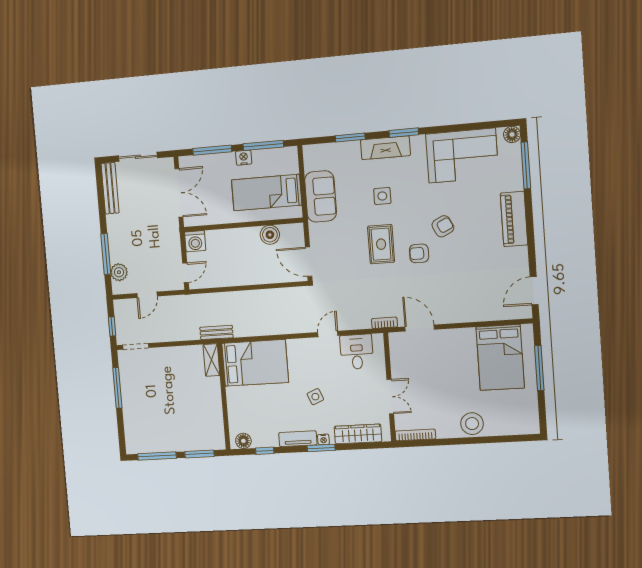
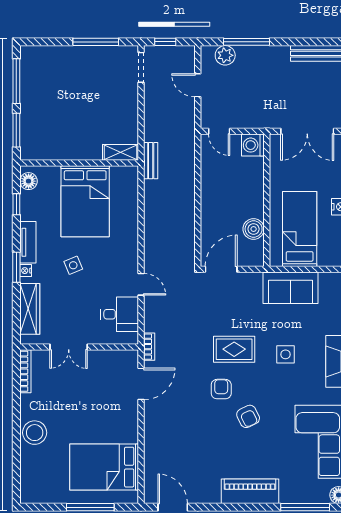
bed: (255, 363) -> (85, 201), moved

